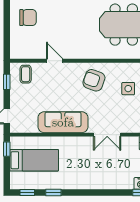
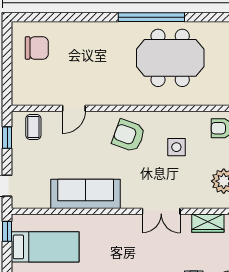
door: (55, 61) -> (74, 108), swing flipped
double door: (107, 135) -> (161, 211), moved

